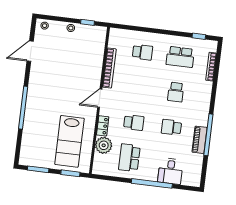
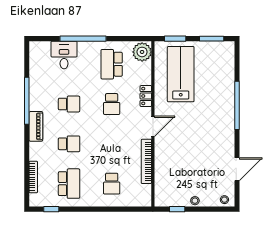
school desk: (142, 52) -> (112, 184), turned -90
school desk: (180, 57) -> (69, 184), turned 90
school desk: (176, 92) -> (69, 144), turned 90
school desk: (134, 123) -> (112, 104), turned -90
piano: (200, 140) -> (36, 126), moved
plant: (104, 145) -> (142, 52), moved
school desk: (129, 158) -> (112, 64), turned 180

